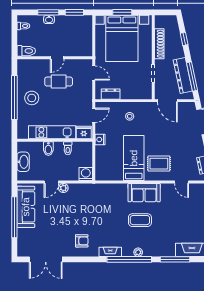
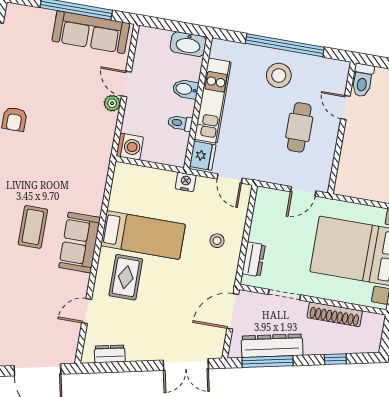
door: (57, 58) -> (345, 108), moved
dresser: (111, 94) -> (254, 259), moved
washbasin: (23, 162) -> (188, 44), moved

